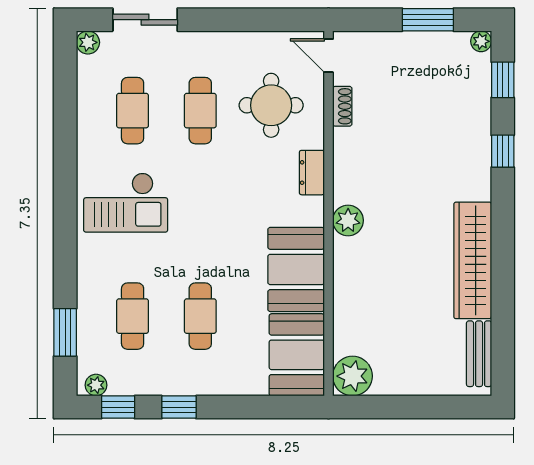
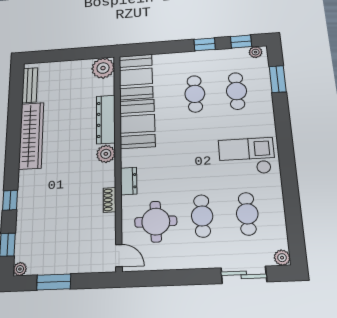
shoe rack: (342, 106) -> (110, 200), moved
dresser: (348, 281) -> (106, 119), added

